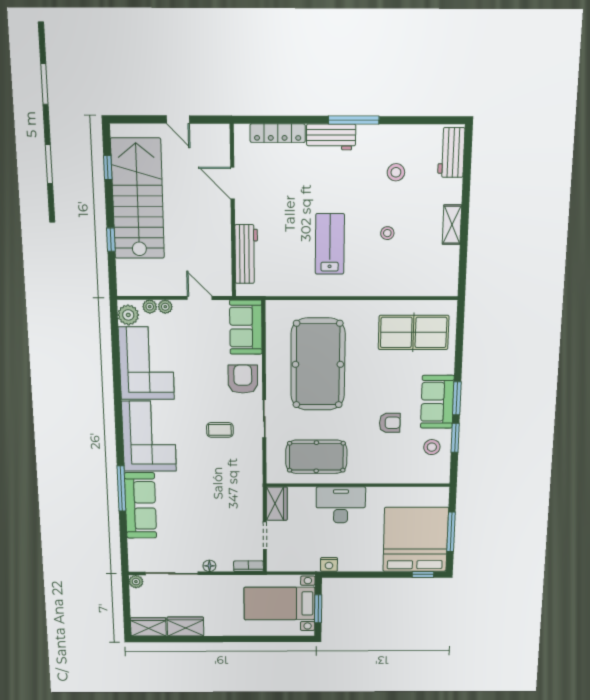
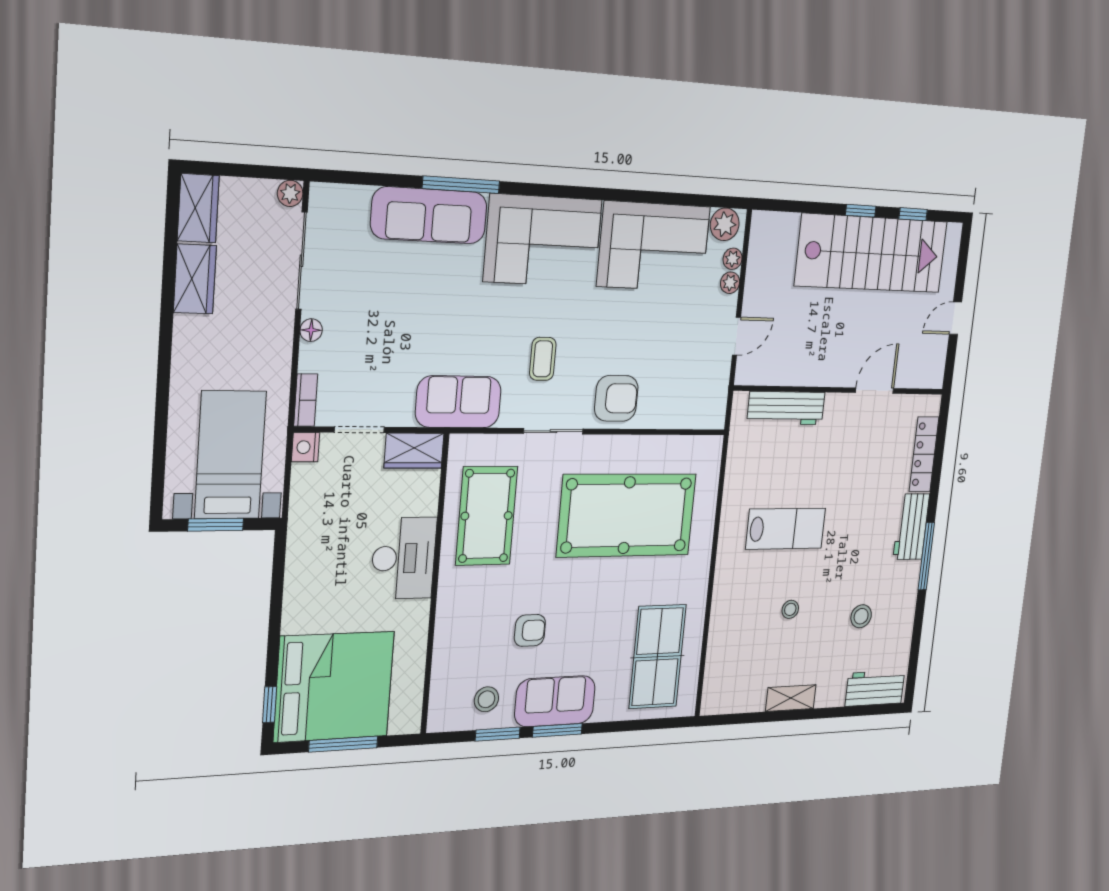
window: (111, 240) -> (861, 211), moved
sofa: (246, 327) -> (458, 402), moved
armchair: (390, 423) -> (530, 630), turned -90
nightstand: (329, 564) -> (306, 447), moved

